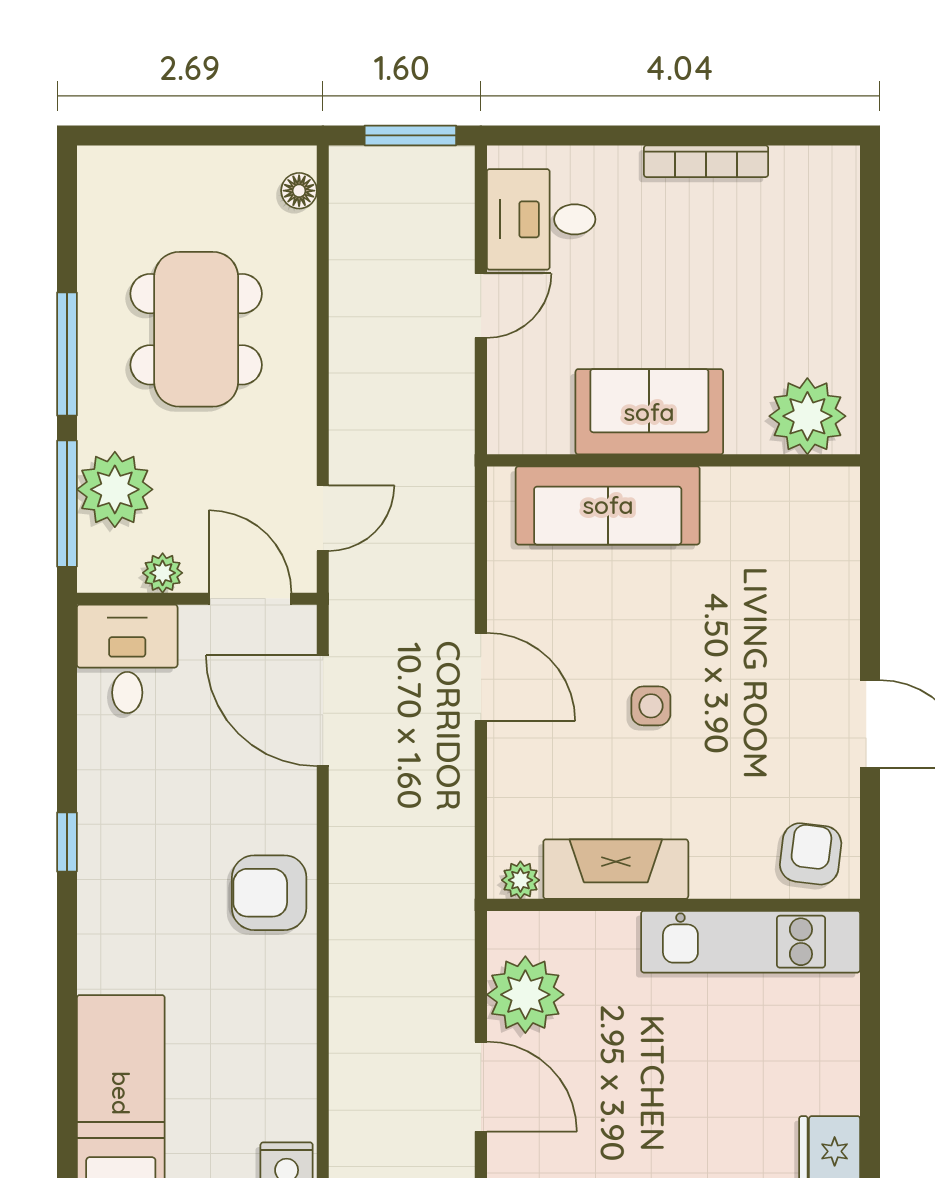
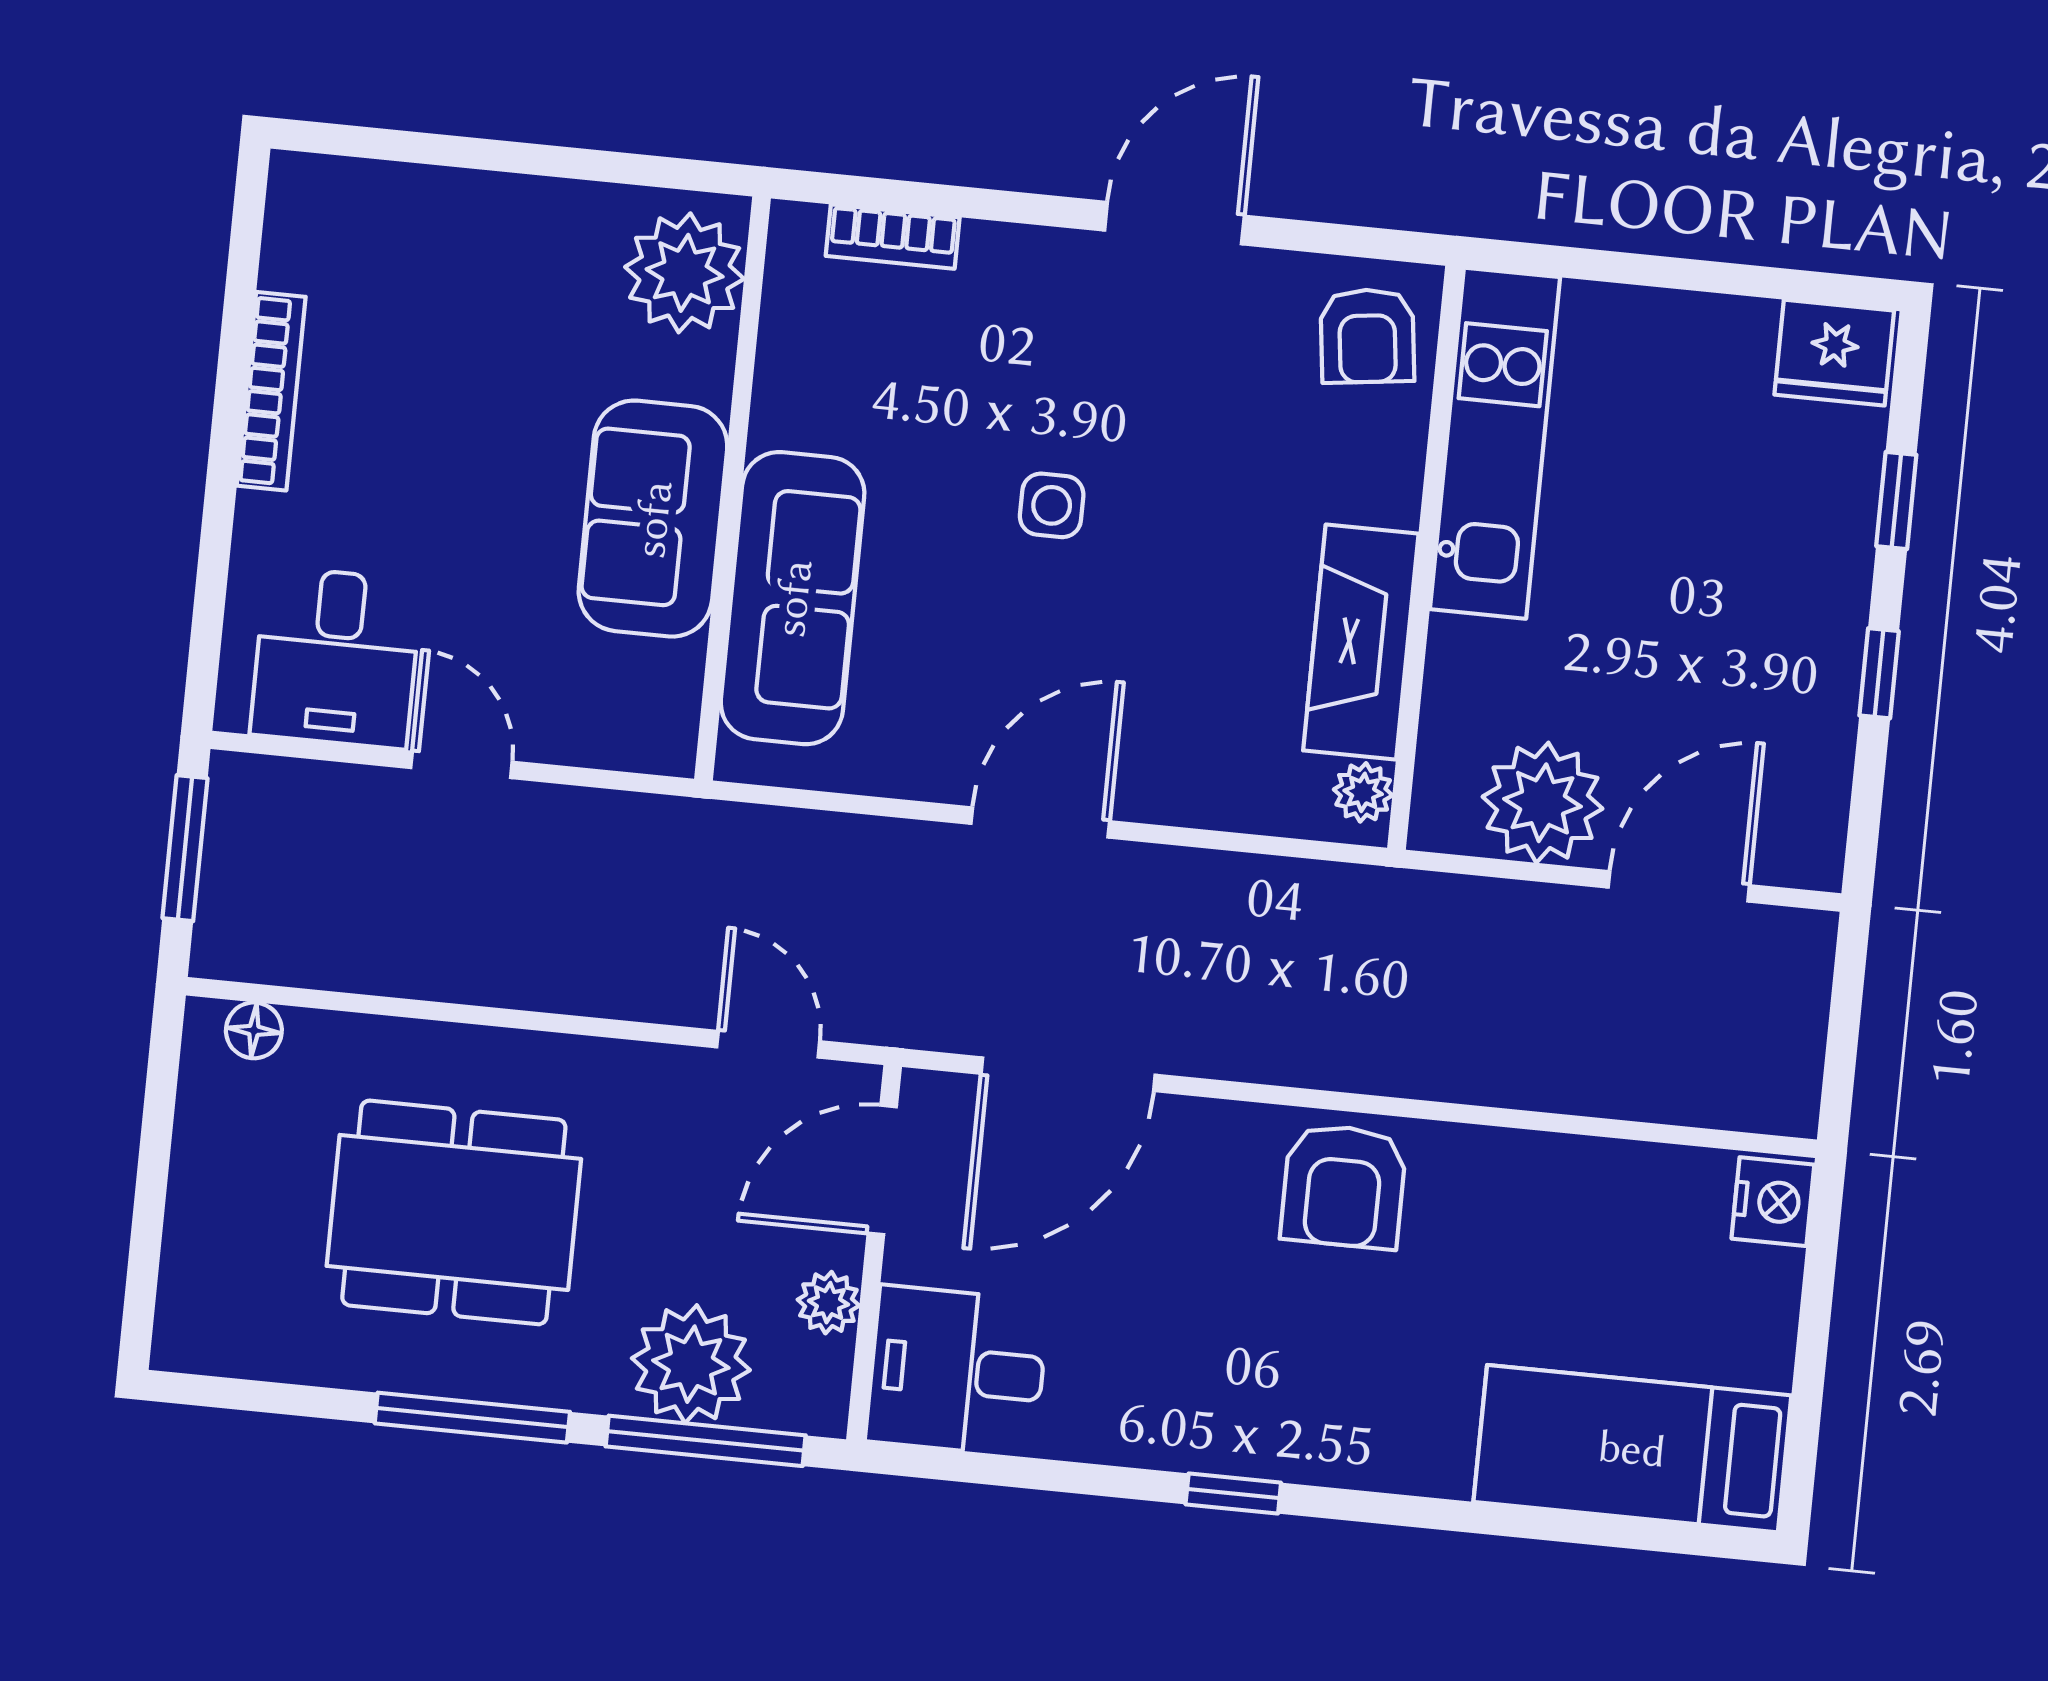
bookcase: (844, 546) -> (893, 237), added
side table: (651, 706) -> (1052, 505), moved
armchair: (811, 854) -> (1367, 336), turned -104

